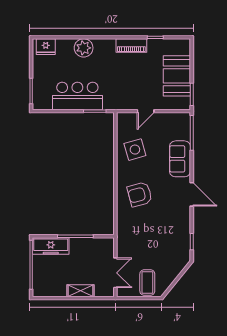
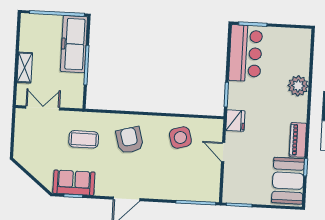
fridge: (46, 47) -> (235, 121), moved, turned 180
booth: (177, 76) -> (288, 181), moved, turned 90
bar counter: (77, 96) -> (246, 53), moved
sofa: (180, 159) -> (74, 183), moved
freezer: (51, 246) -> (74, 44), width x1.36, depth x1.26
double door: (115, 273) -> (43, 108), swing flipped
coffee table: (147, 282) -> (84, 139), moved

